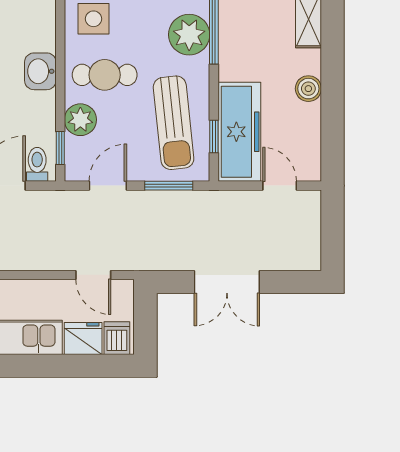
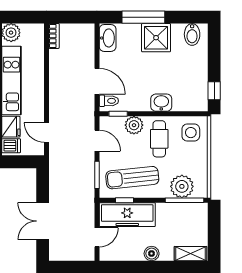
door: (93, 275) -> (47, 132), hinge flipped
double door: (227, 282) -> (43, 221), moved

